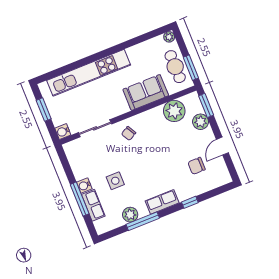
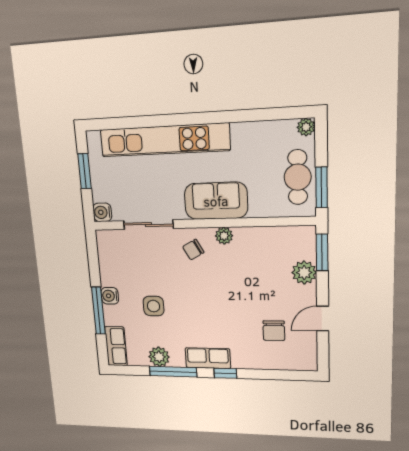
sofa: (146, 92) -> (216, 201), moved
plant: (174, 111) -> (224, 236), moved, width x0.53, depth x0.53
chair: (196, 166) -> (274, 331), turned -90
window: (190, 202) -> (225, 373), moved
row of seats: (93, 205) -> (116, 346), moved

